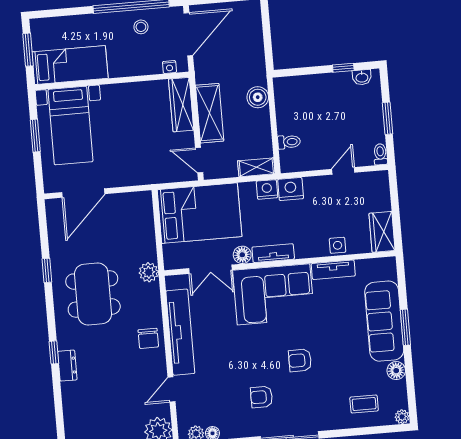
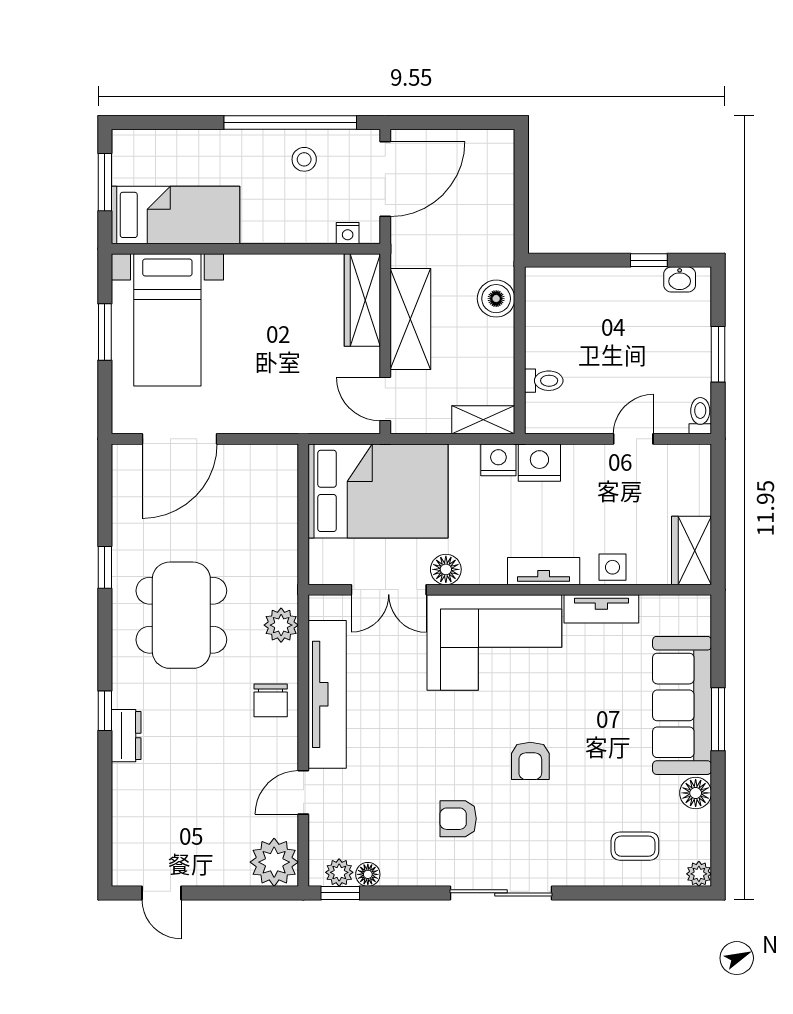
tv unit: (273, 253) -> (544, 571), moved
plant: (149, 272) -> (281, 625), moved
armchair: (300, 360) -> (530, 761), turned -90

